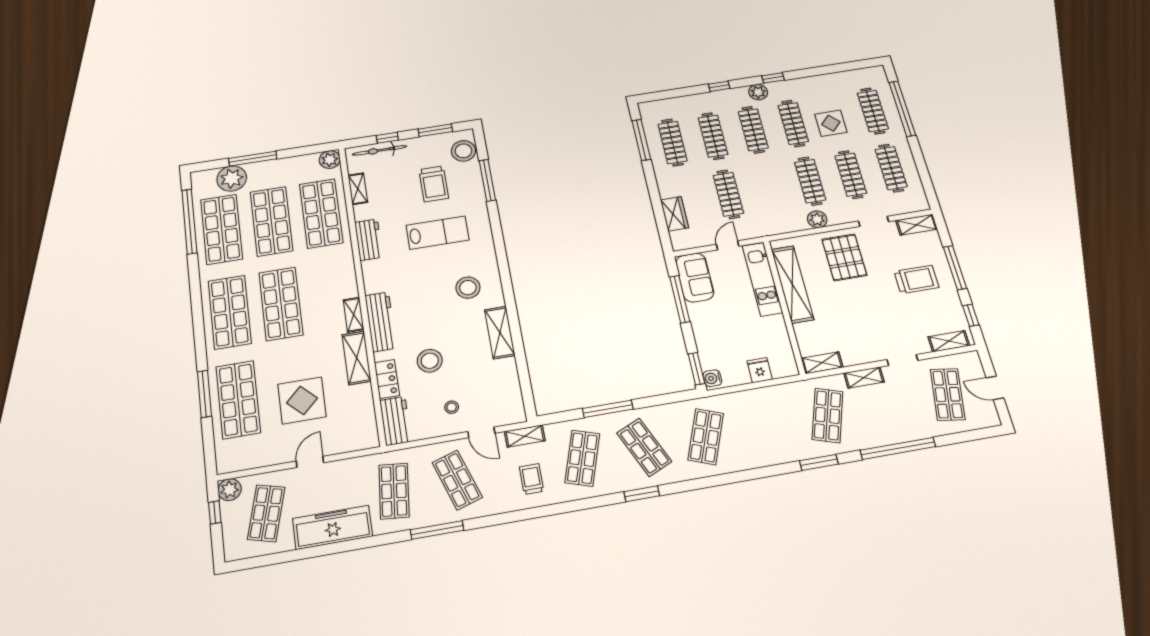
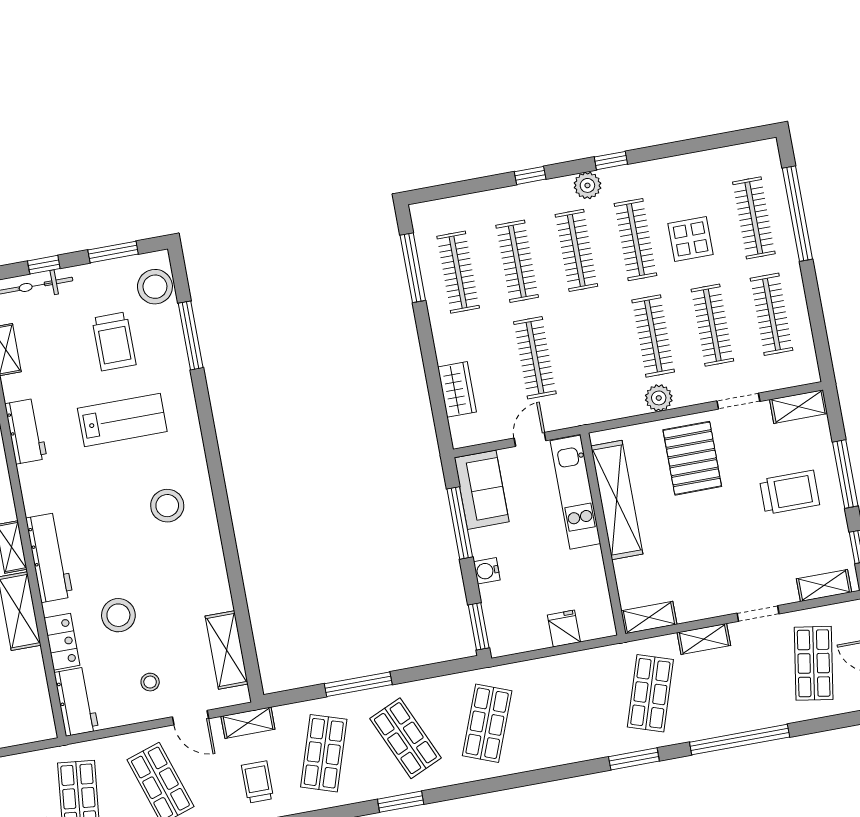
shelving: (500, 333) -> (227, 650), moved
water cooler: (712, 378) -> (487, 571), moved

